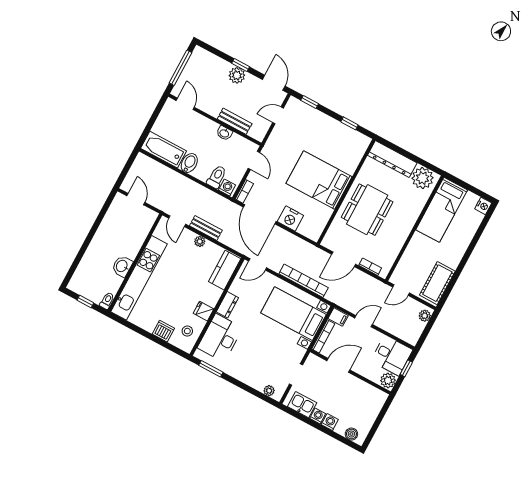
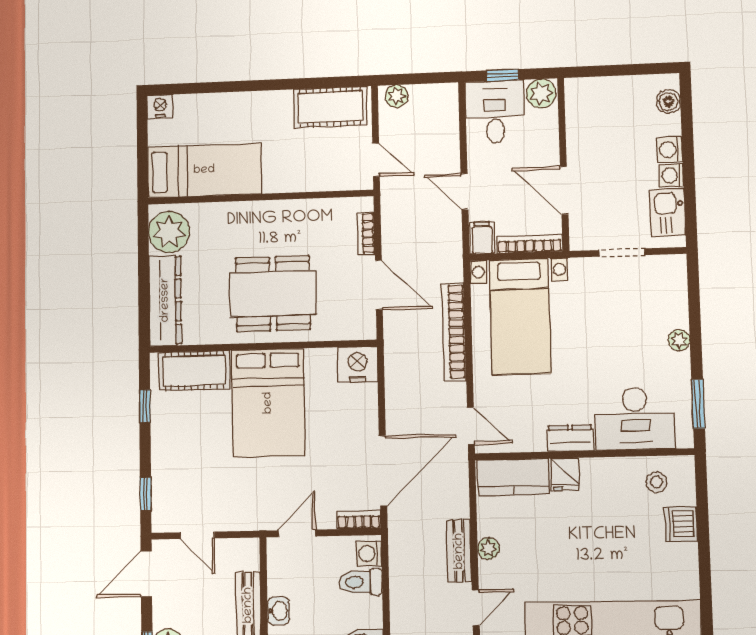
cot: (353, 155) -> (194, 371), added
nightstand: (290, 219) -> (358, 364), moved, turned -90
fridge: (203, 311) -> (565, 474), moved
plant: (269, 391) -> (679, 340), moved

